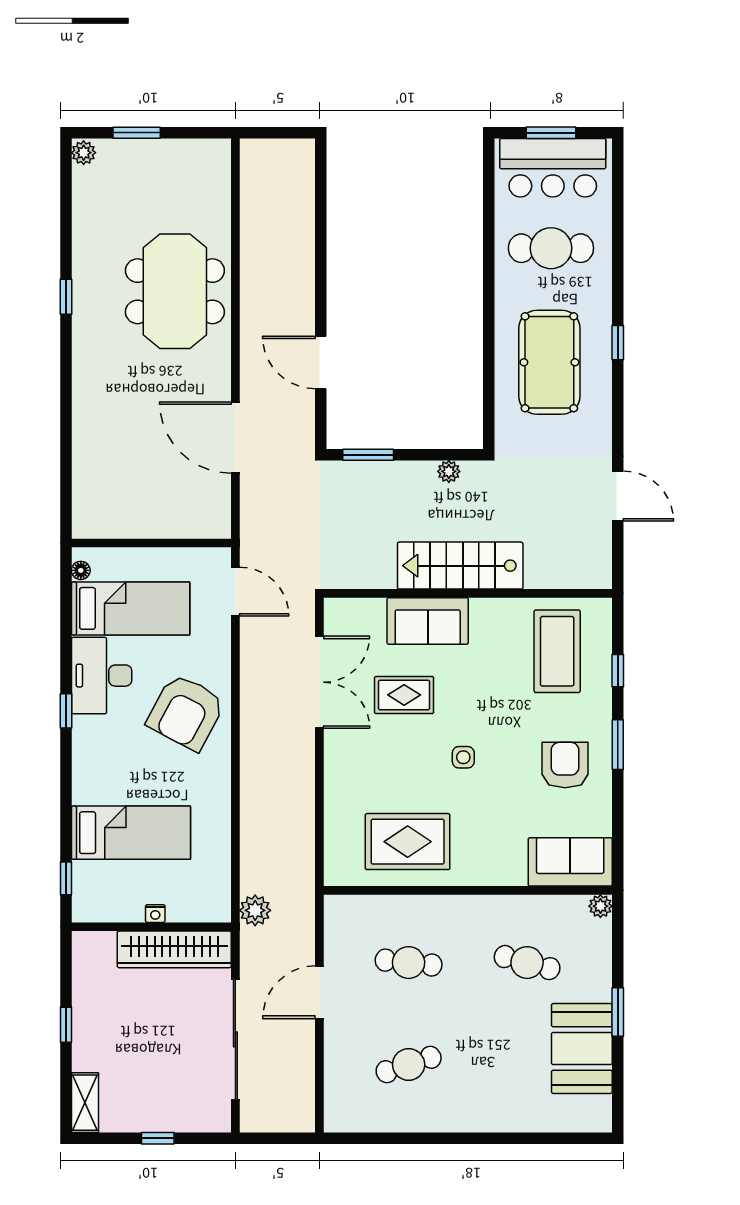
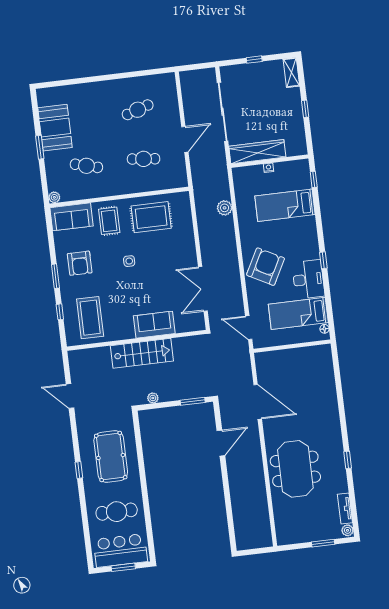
tv unit: (83, 198) -> (345, 509), added
door: (321, 362) -> (221, 443), hinge flipped
rug: (404, 695) -> (109, 221), moved, turned 90
plant: (255, 910) -> (225, 208), moved

